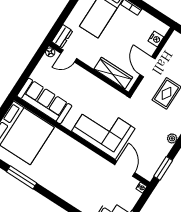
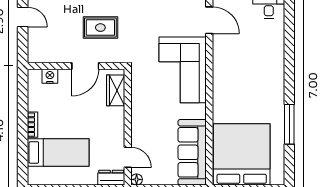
wardrobe: (113, 73) -> (116, 90), width x0.67
door: (125, 169) -> (209, 20), swing flipped

